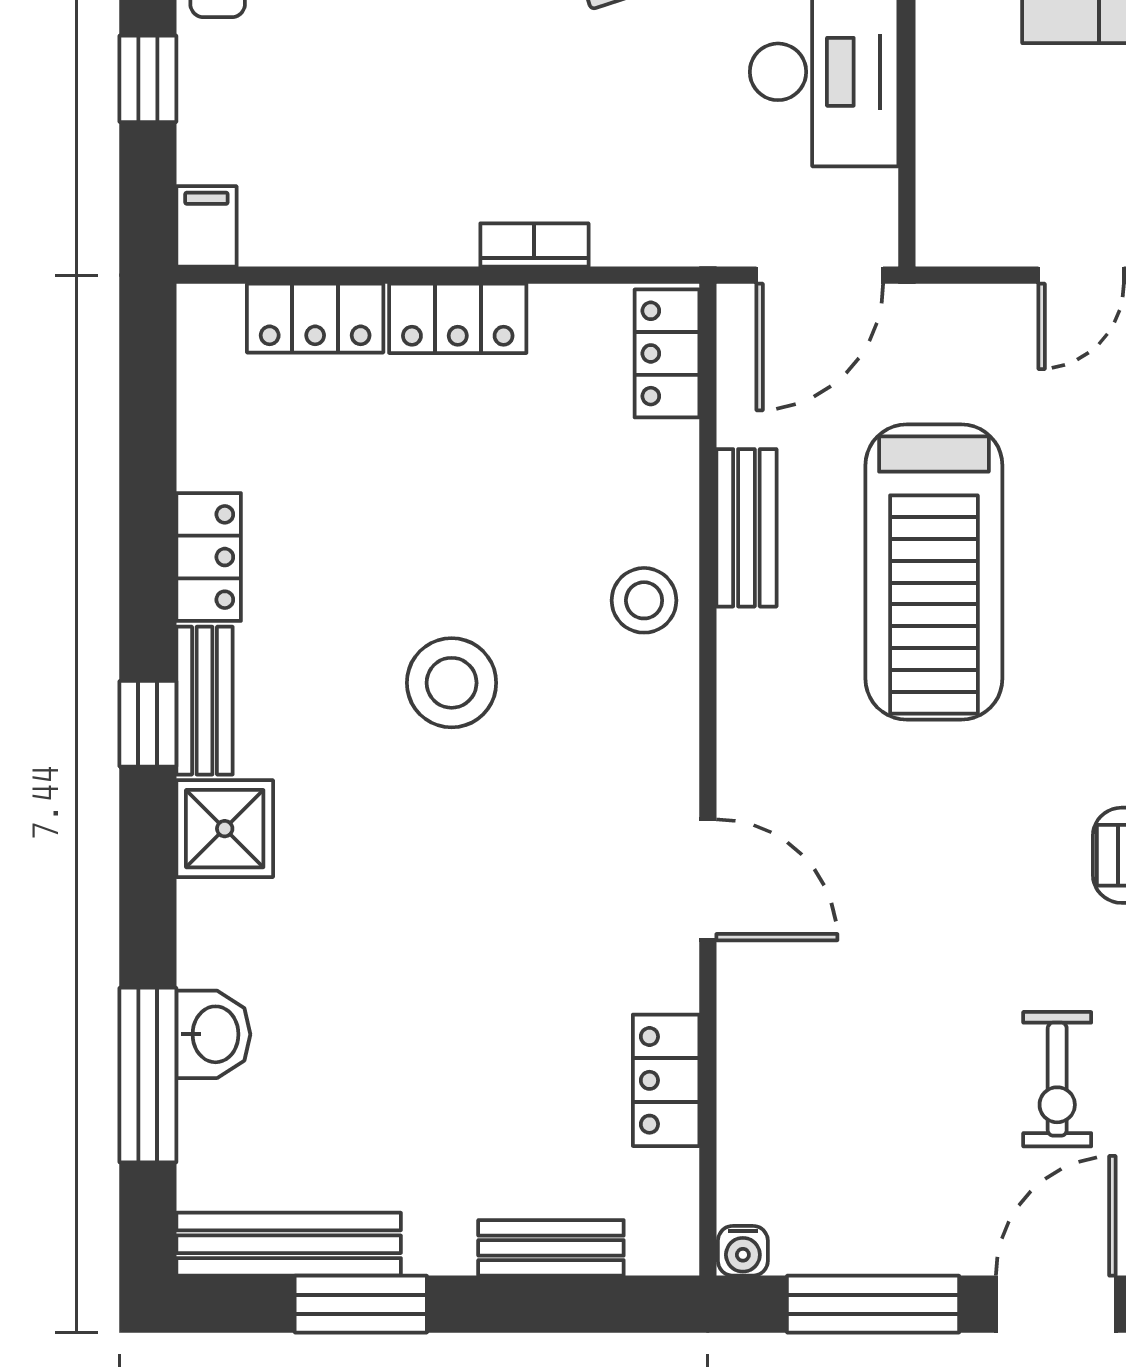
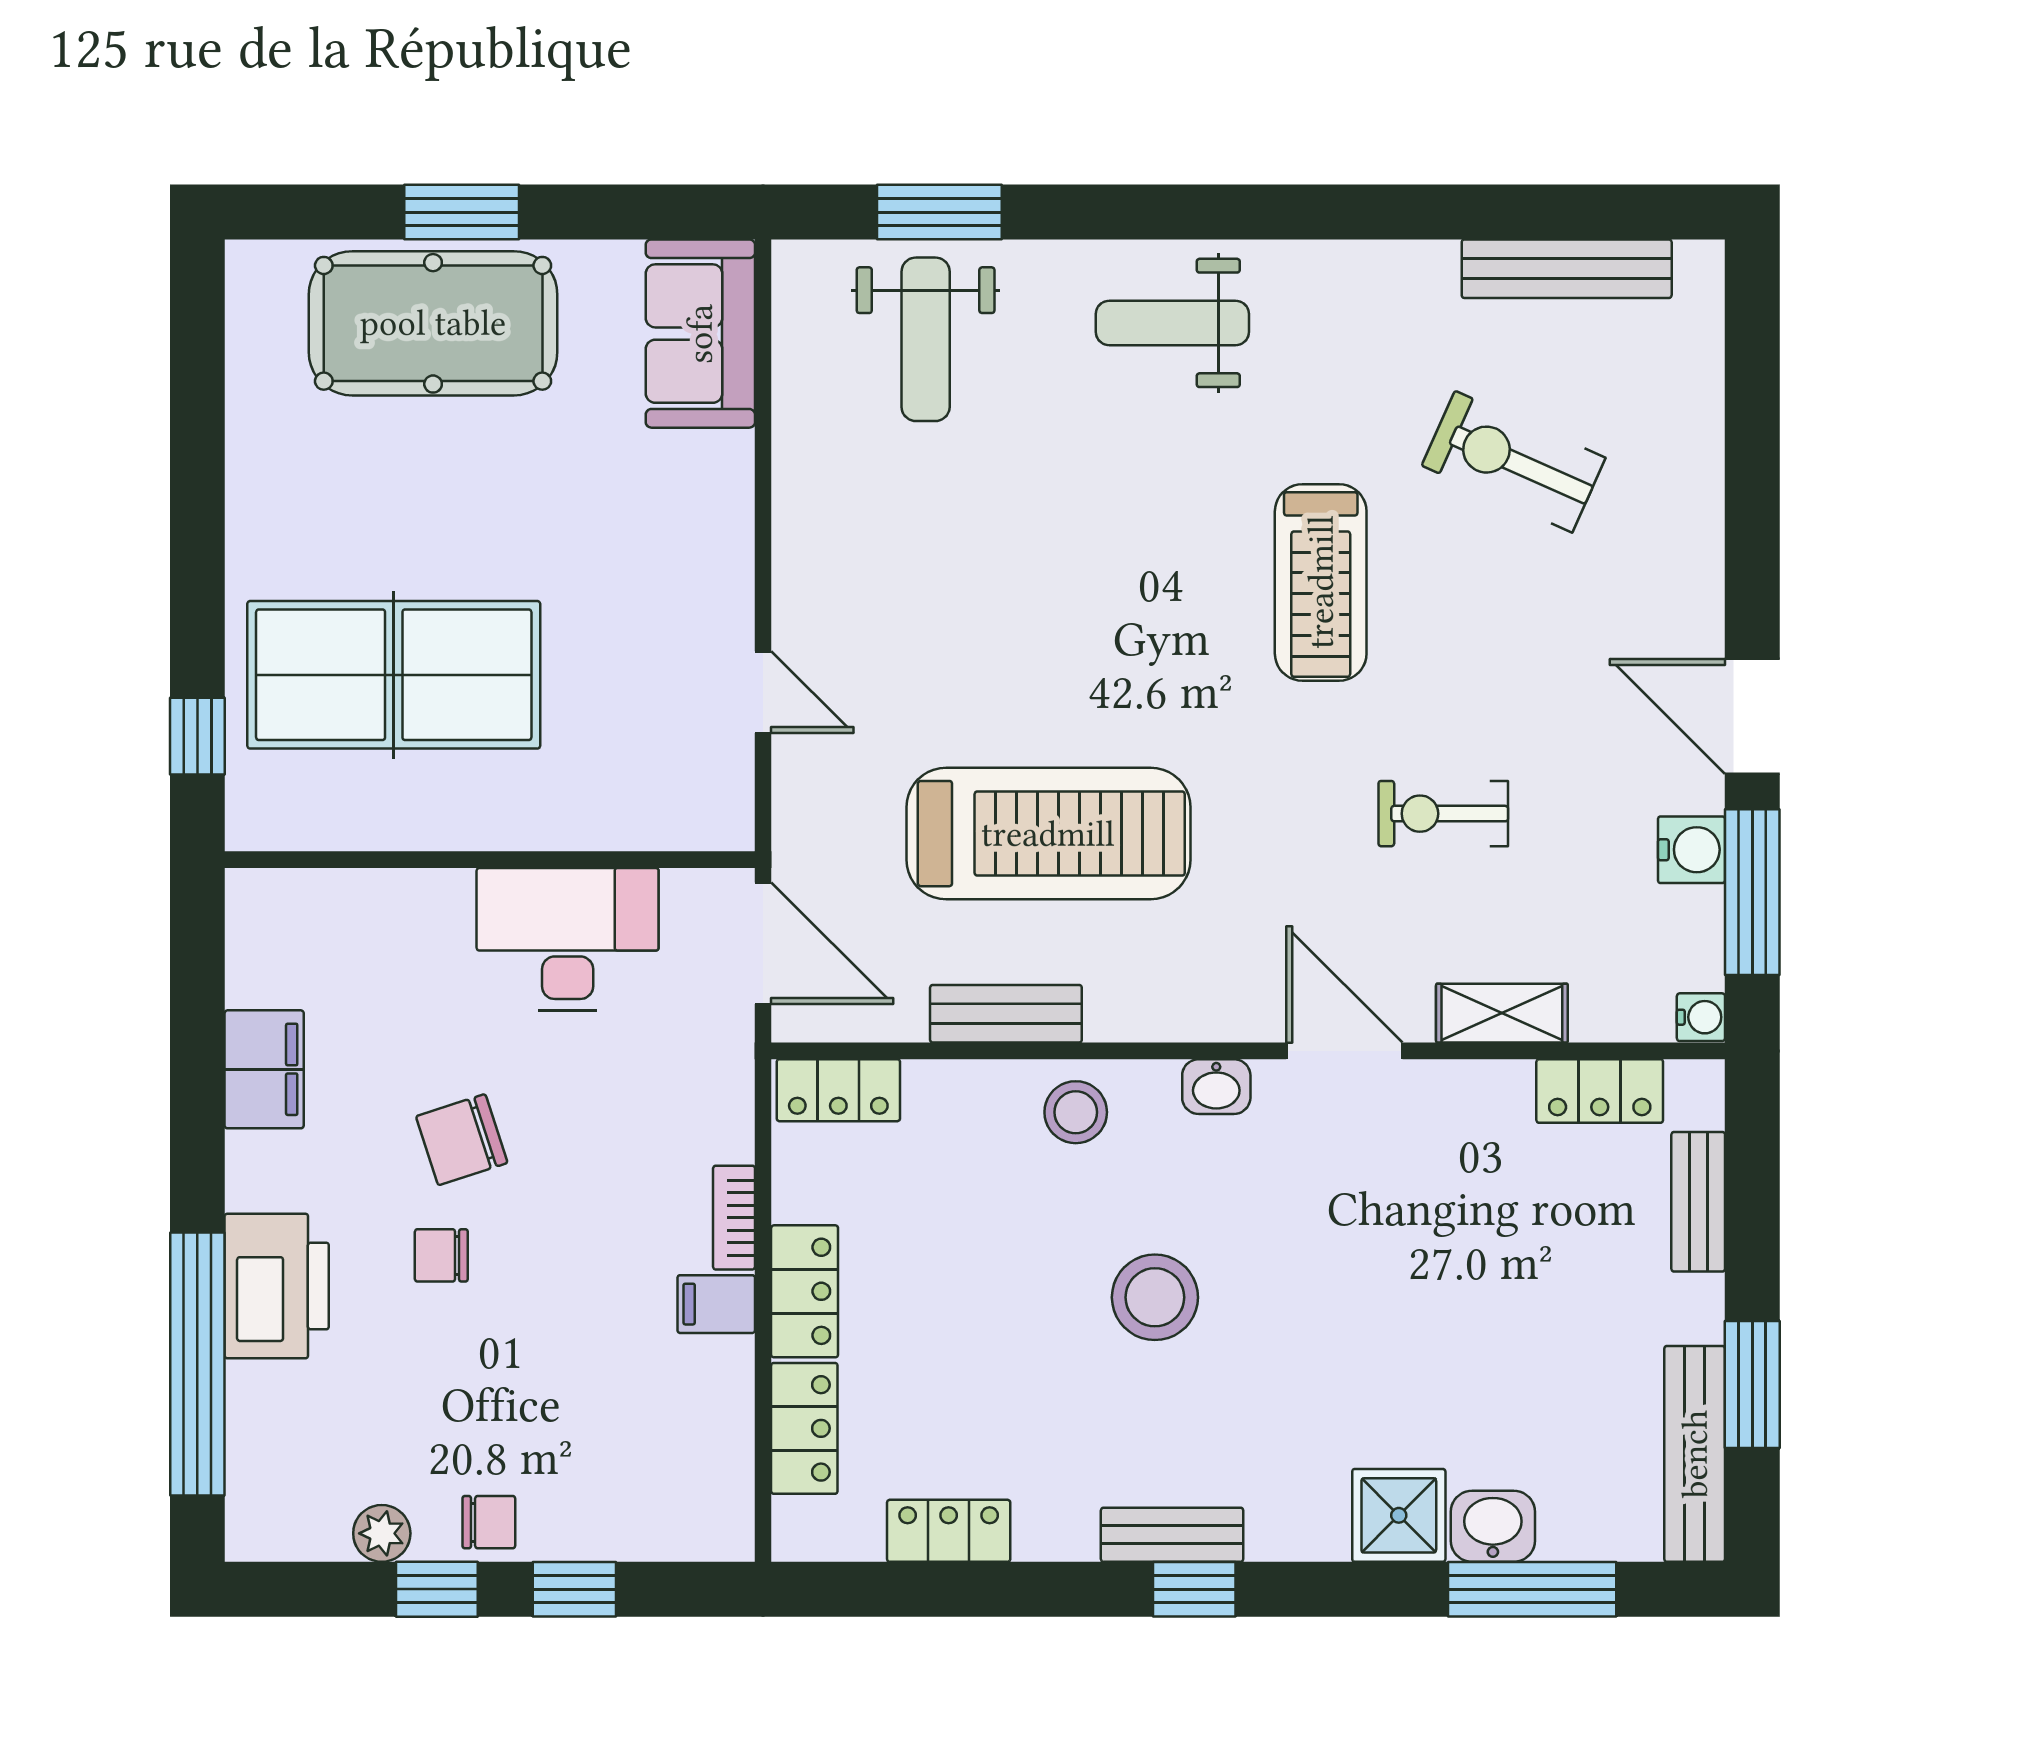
filing cabinet: (206, 226) -> (716, 1304), moved
locker: (209, 557) -> (949, 1531), moved
washbasin: (671, 747) -> (1216, 1087), added
shower: (225, 829) -> (1399, 1515), moved
door: (708, 880) -> (1344, 1051), hinge flipped
shelving: (747, 1044) -> (1502, 1013), added
exercise bike: (1057, 1079) -> (1443, 814), moved, turned 180
locker: (666, 1080) -> (1600, 1091), moved
water cooler: (917, 1241) -> (1691, 850), added

